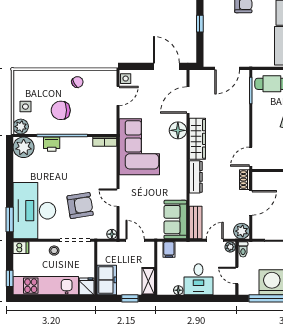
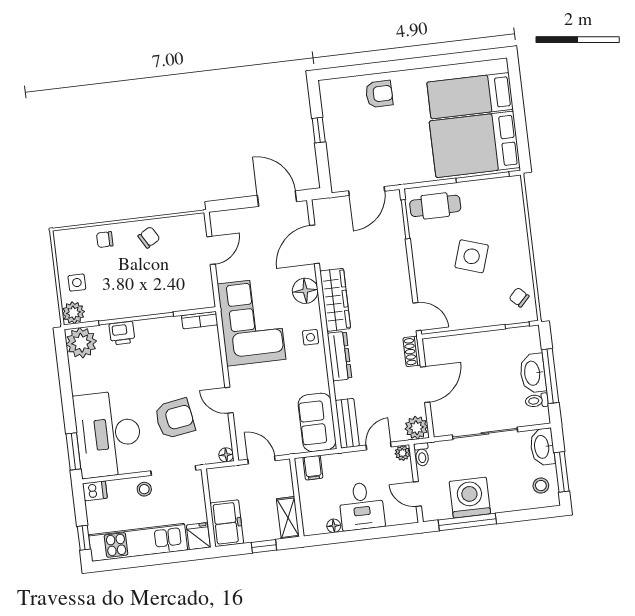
side table: (126, 79) -> (310, 337), moved
chair: (61, 110) -> (105, 239), moved, width x0.54, depth x0.54
door: (251, 157) -> (417, 317), swing flipped

